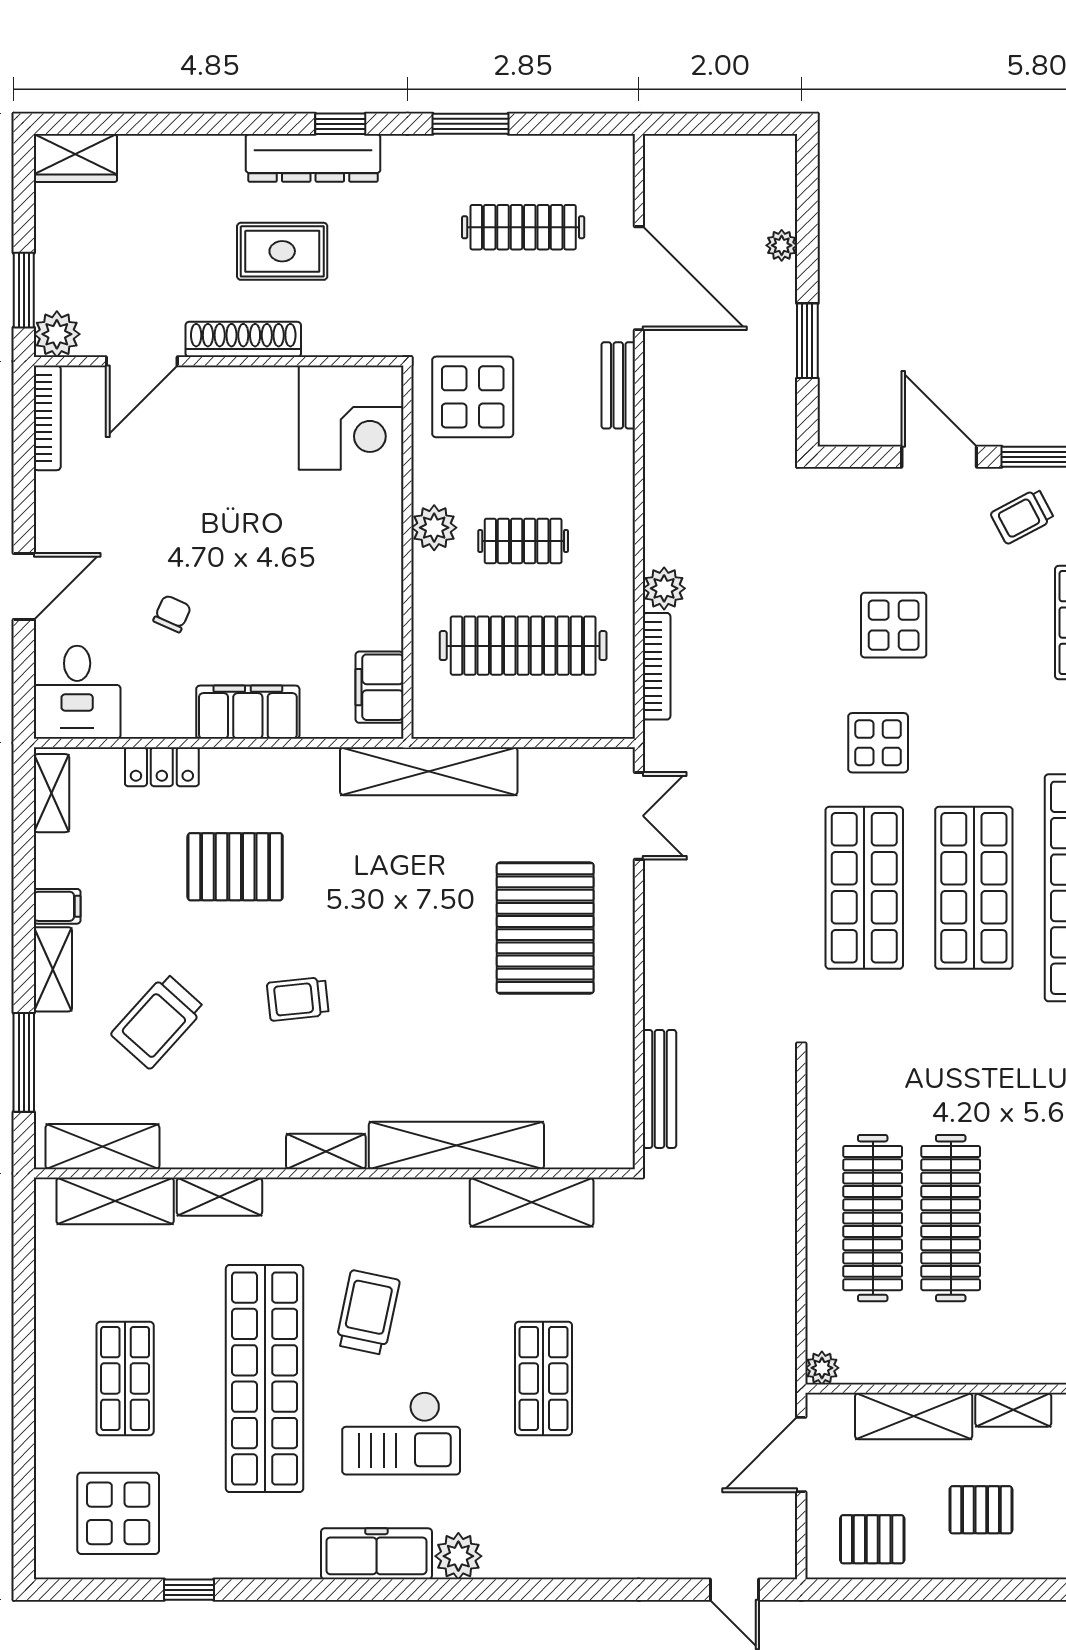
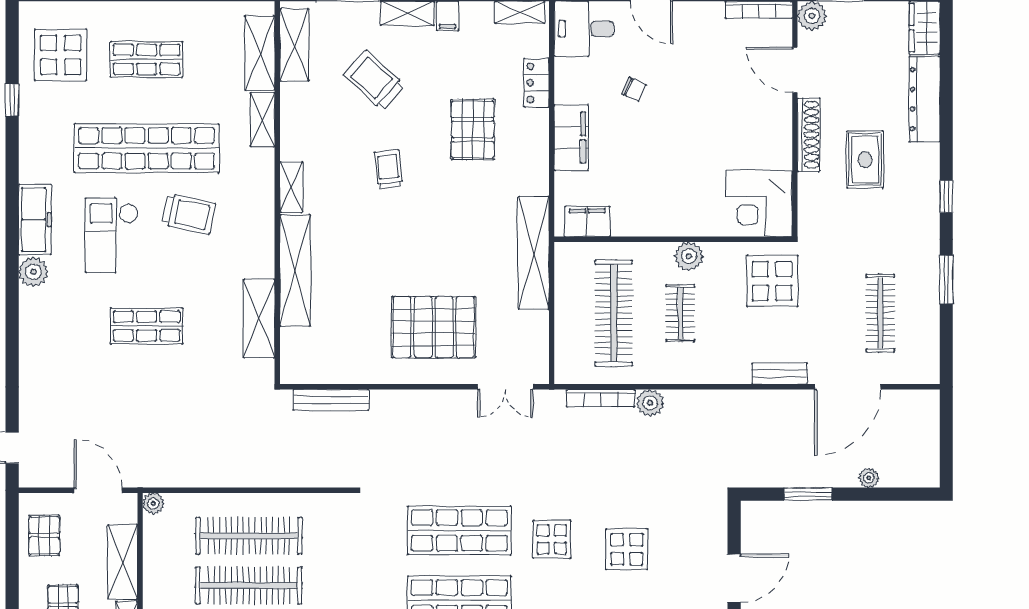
dresser: (313, 158) -> (925, 99), moved

